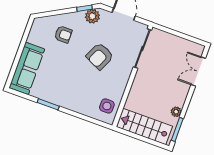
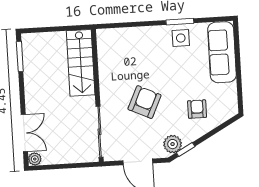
armchair: (63, 34) -> (197, 109), turned 90
side table: (107, 106) -> (181, 38), moved
plant: (176, 112) -> (35, 159), moved
stairs: (144, 127) -> (81, 63), moved, turned 90

